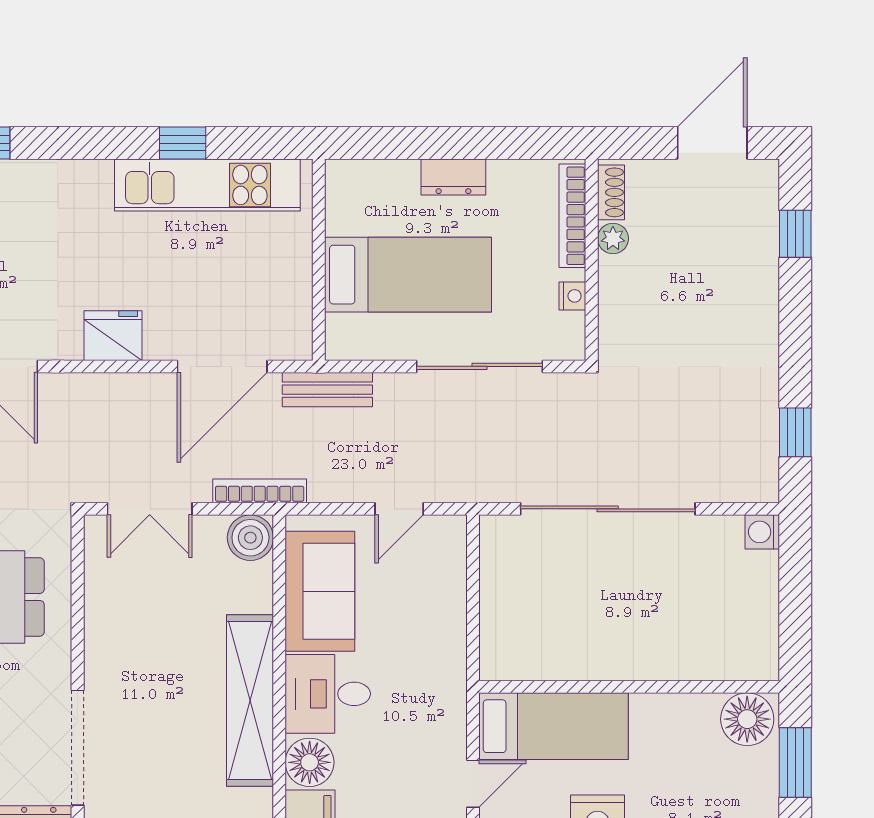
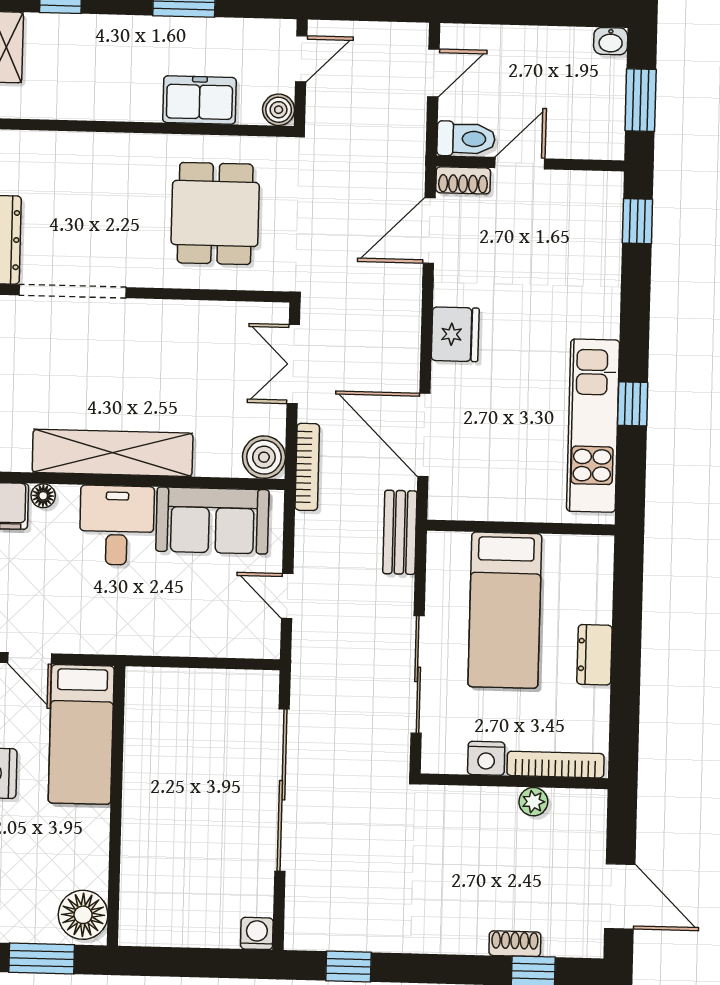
shoe rack: (611, 192) -> (515, 944), moved, turned 180
nightstand: (572, 296) -> (486, 758), width x1.39, depth x1.35
floor lamp: (310, 762) -> (43, 496), width x0.53, depth x0.53

